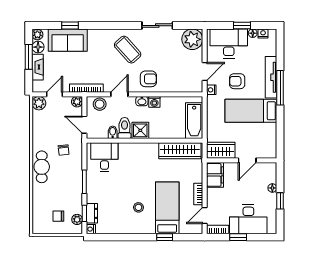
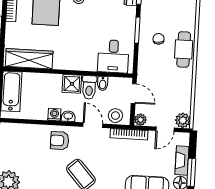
door: (119, 94) -> (93, 125), swing flipped
chair: (64, 150) -> (159, 39), moved

